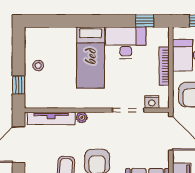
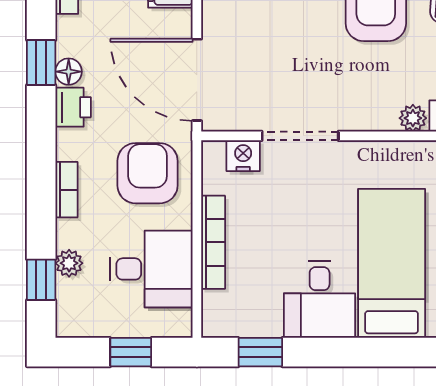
desk: (126, 43) -> (320, 299), width x0.73

